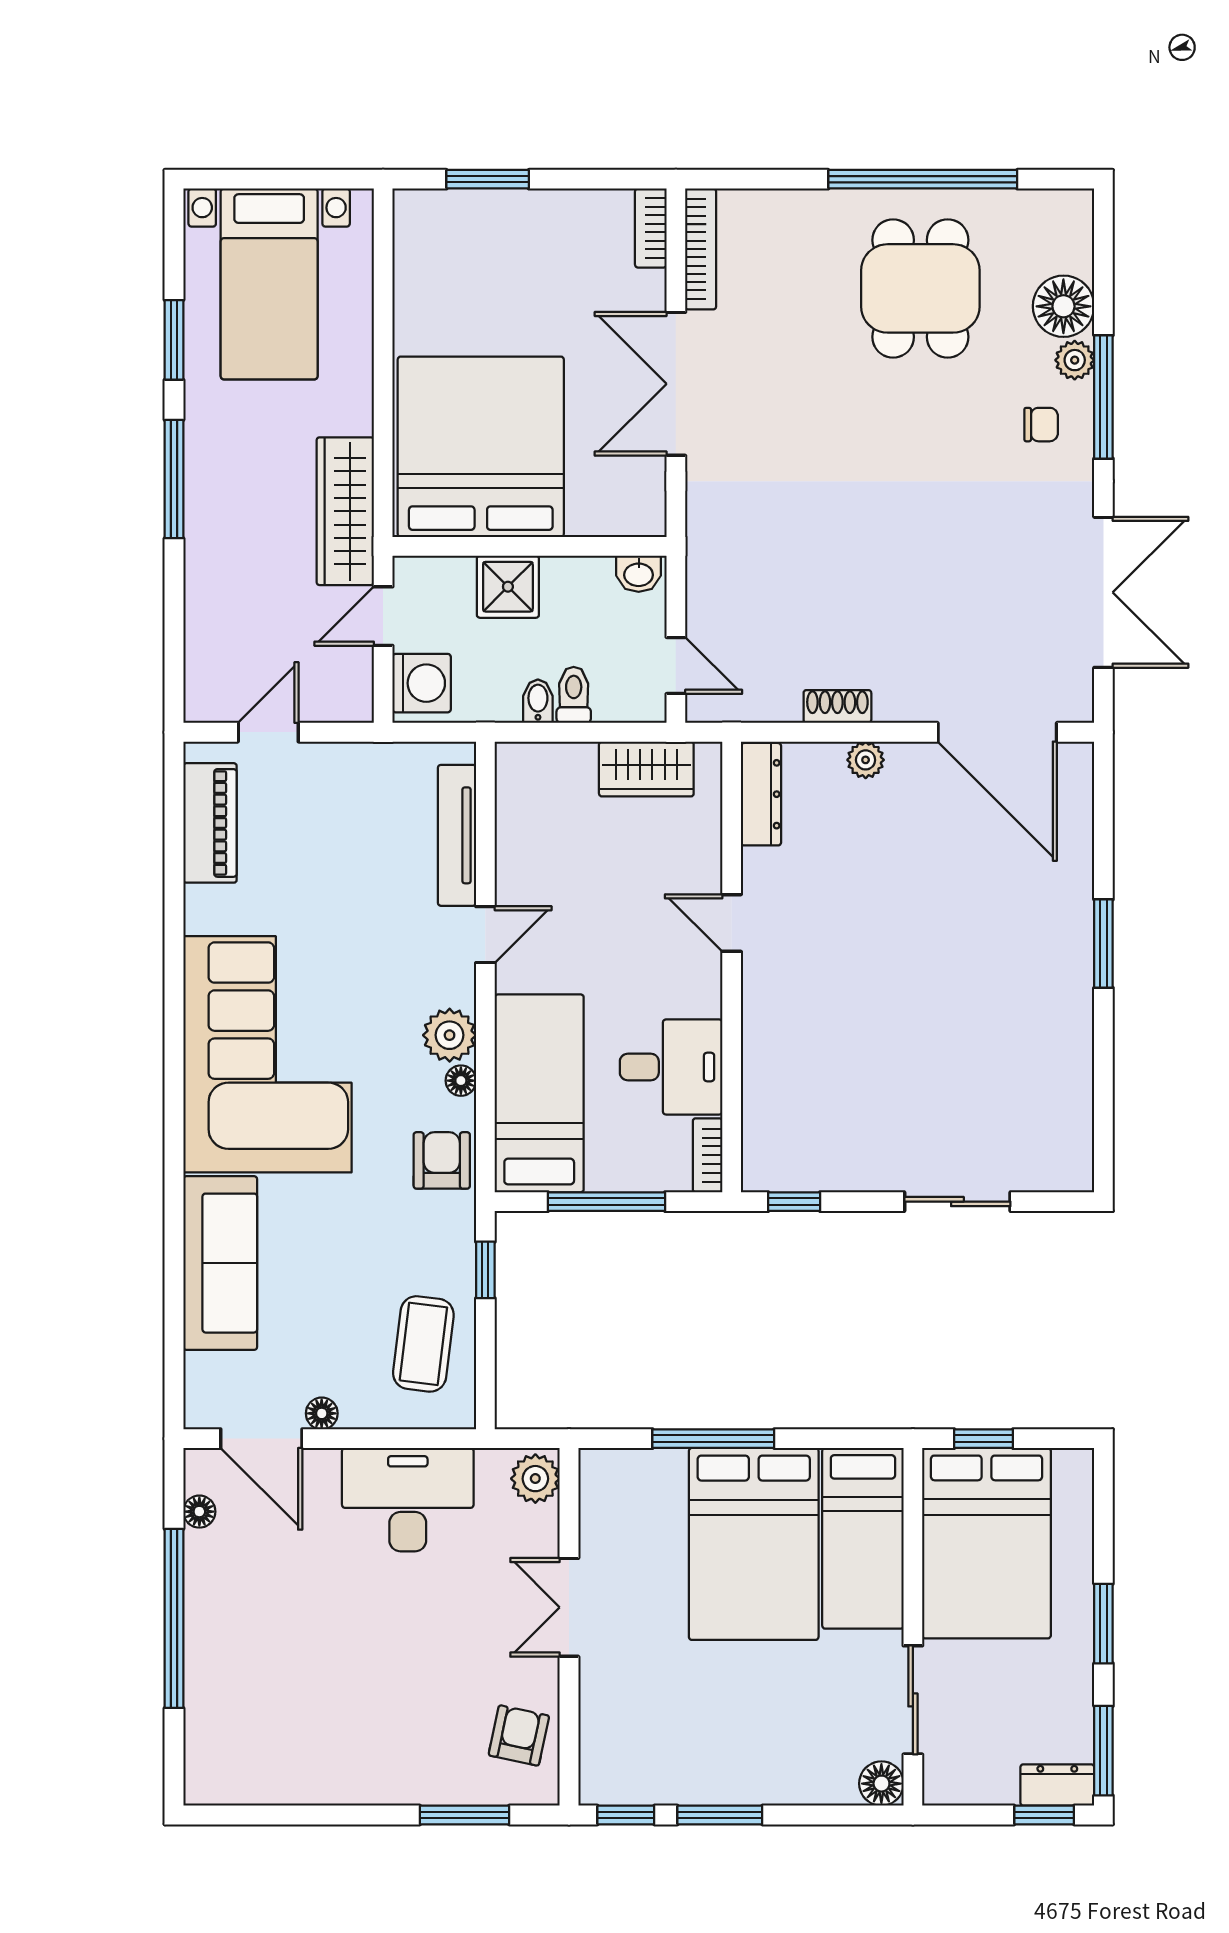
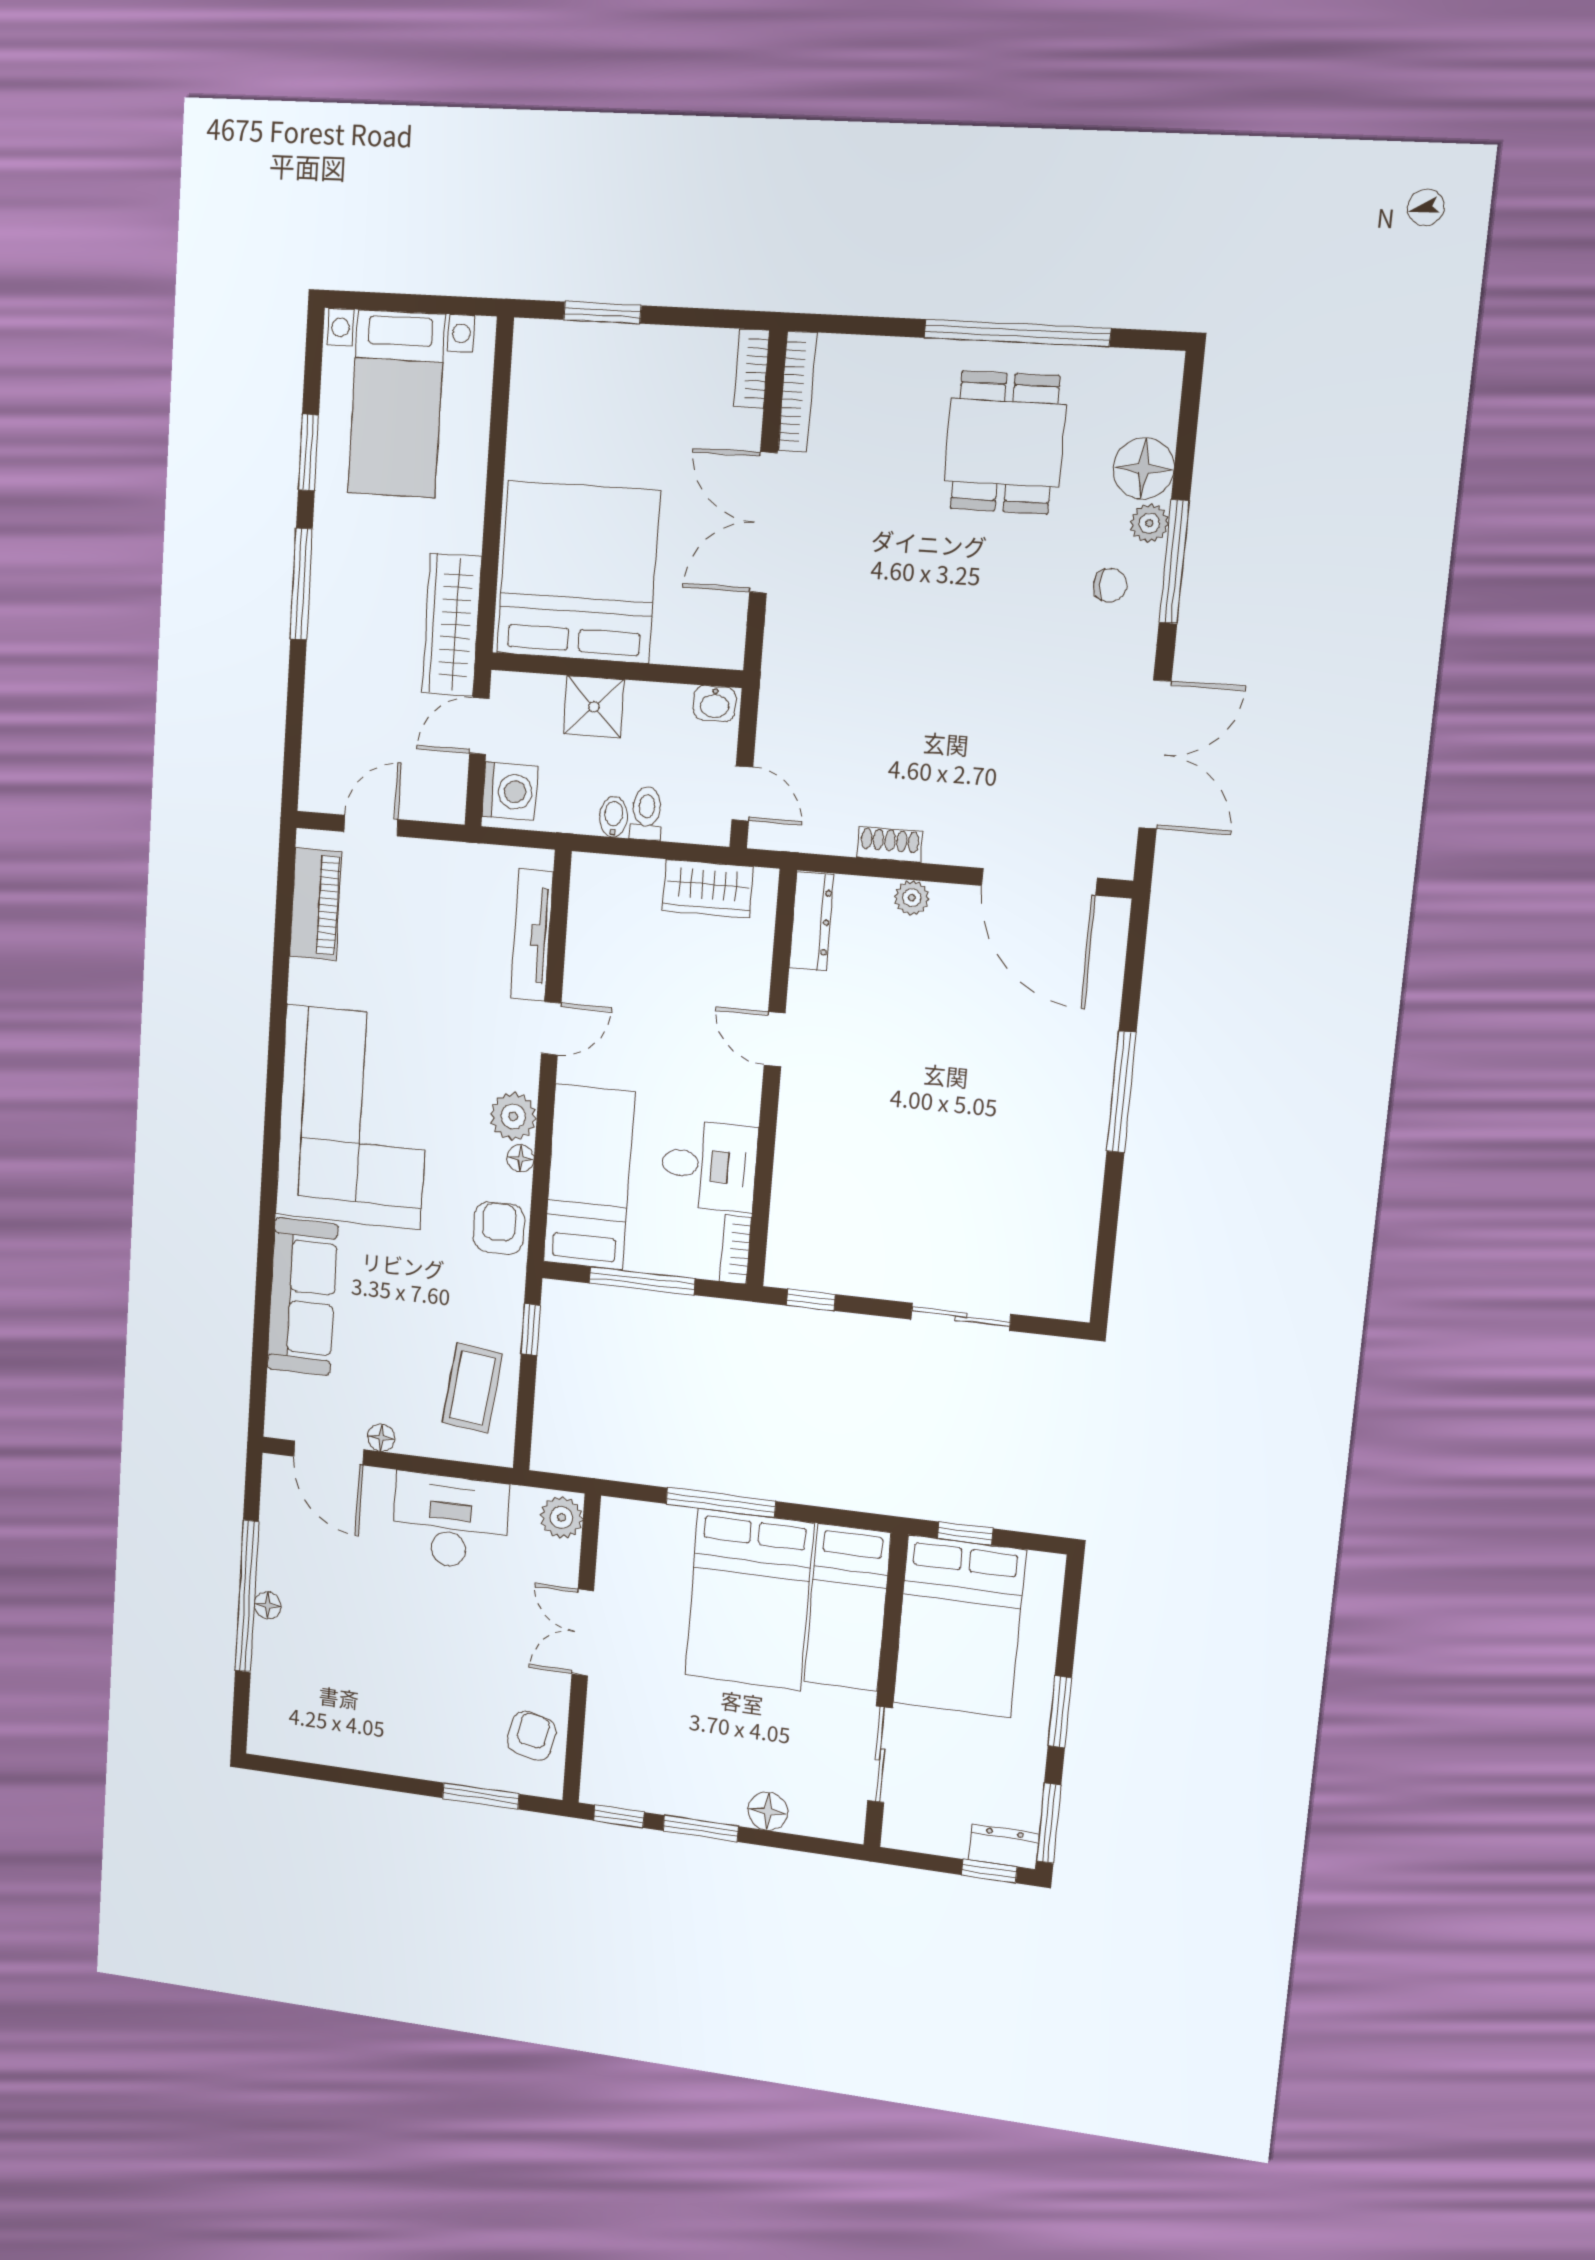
window: (1103, 944) -> (1121, 1092), width x1.44
floor lamp: (199, 1512) -> (268, 1605), moved
floor lamp: (881, 1784) -> (768, 1811), moved

